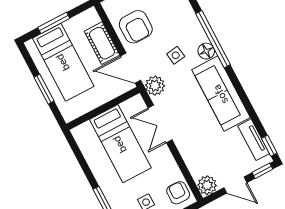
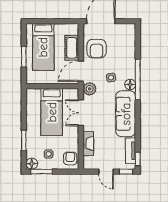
window: (54, 23) -> (50, 21), removed
door: (131, 68) -> (81, 71), hinge flipped
fireplace: (192, 160) -> (88, 144), added
plant: (207, 185) -> (89, 163), removed

